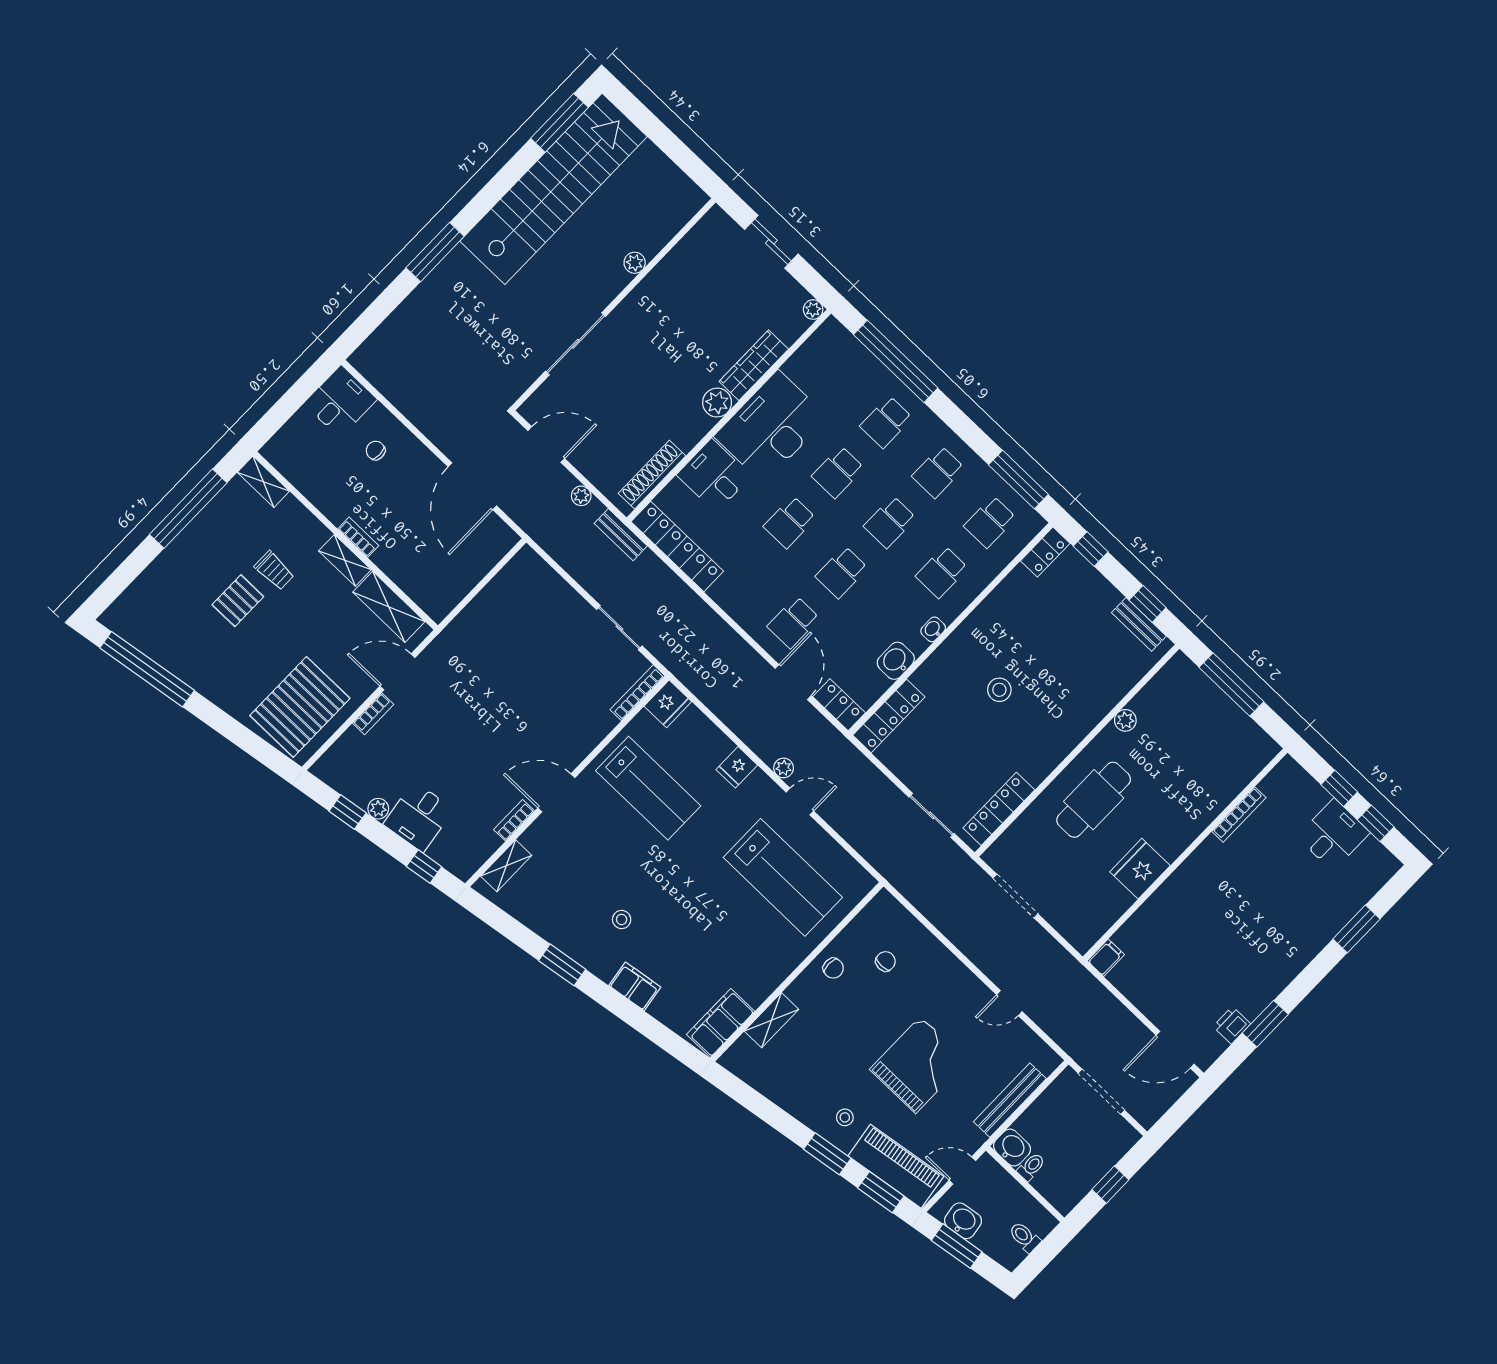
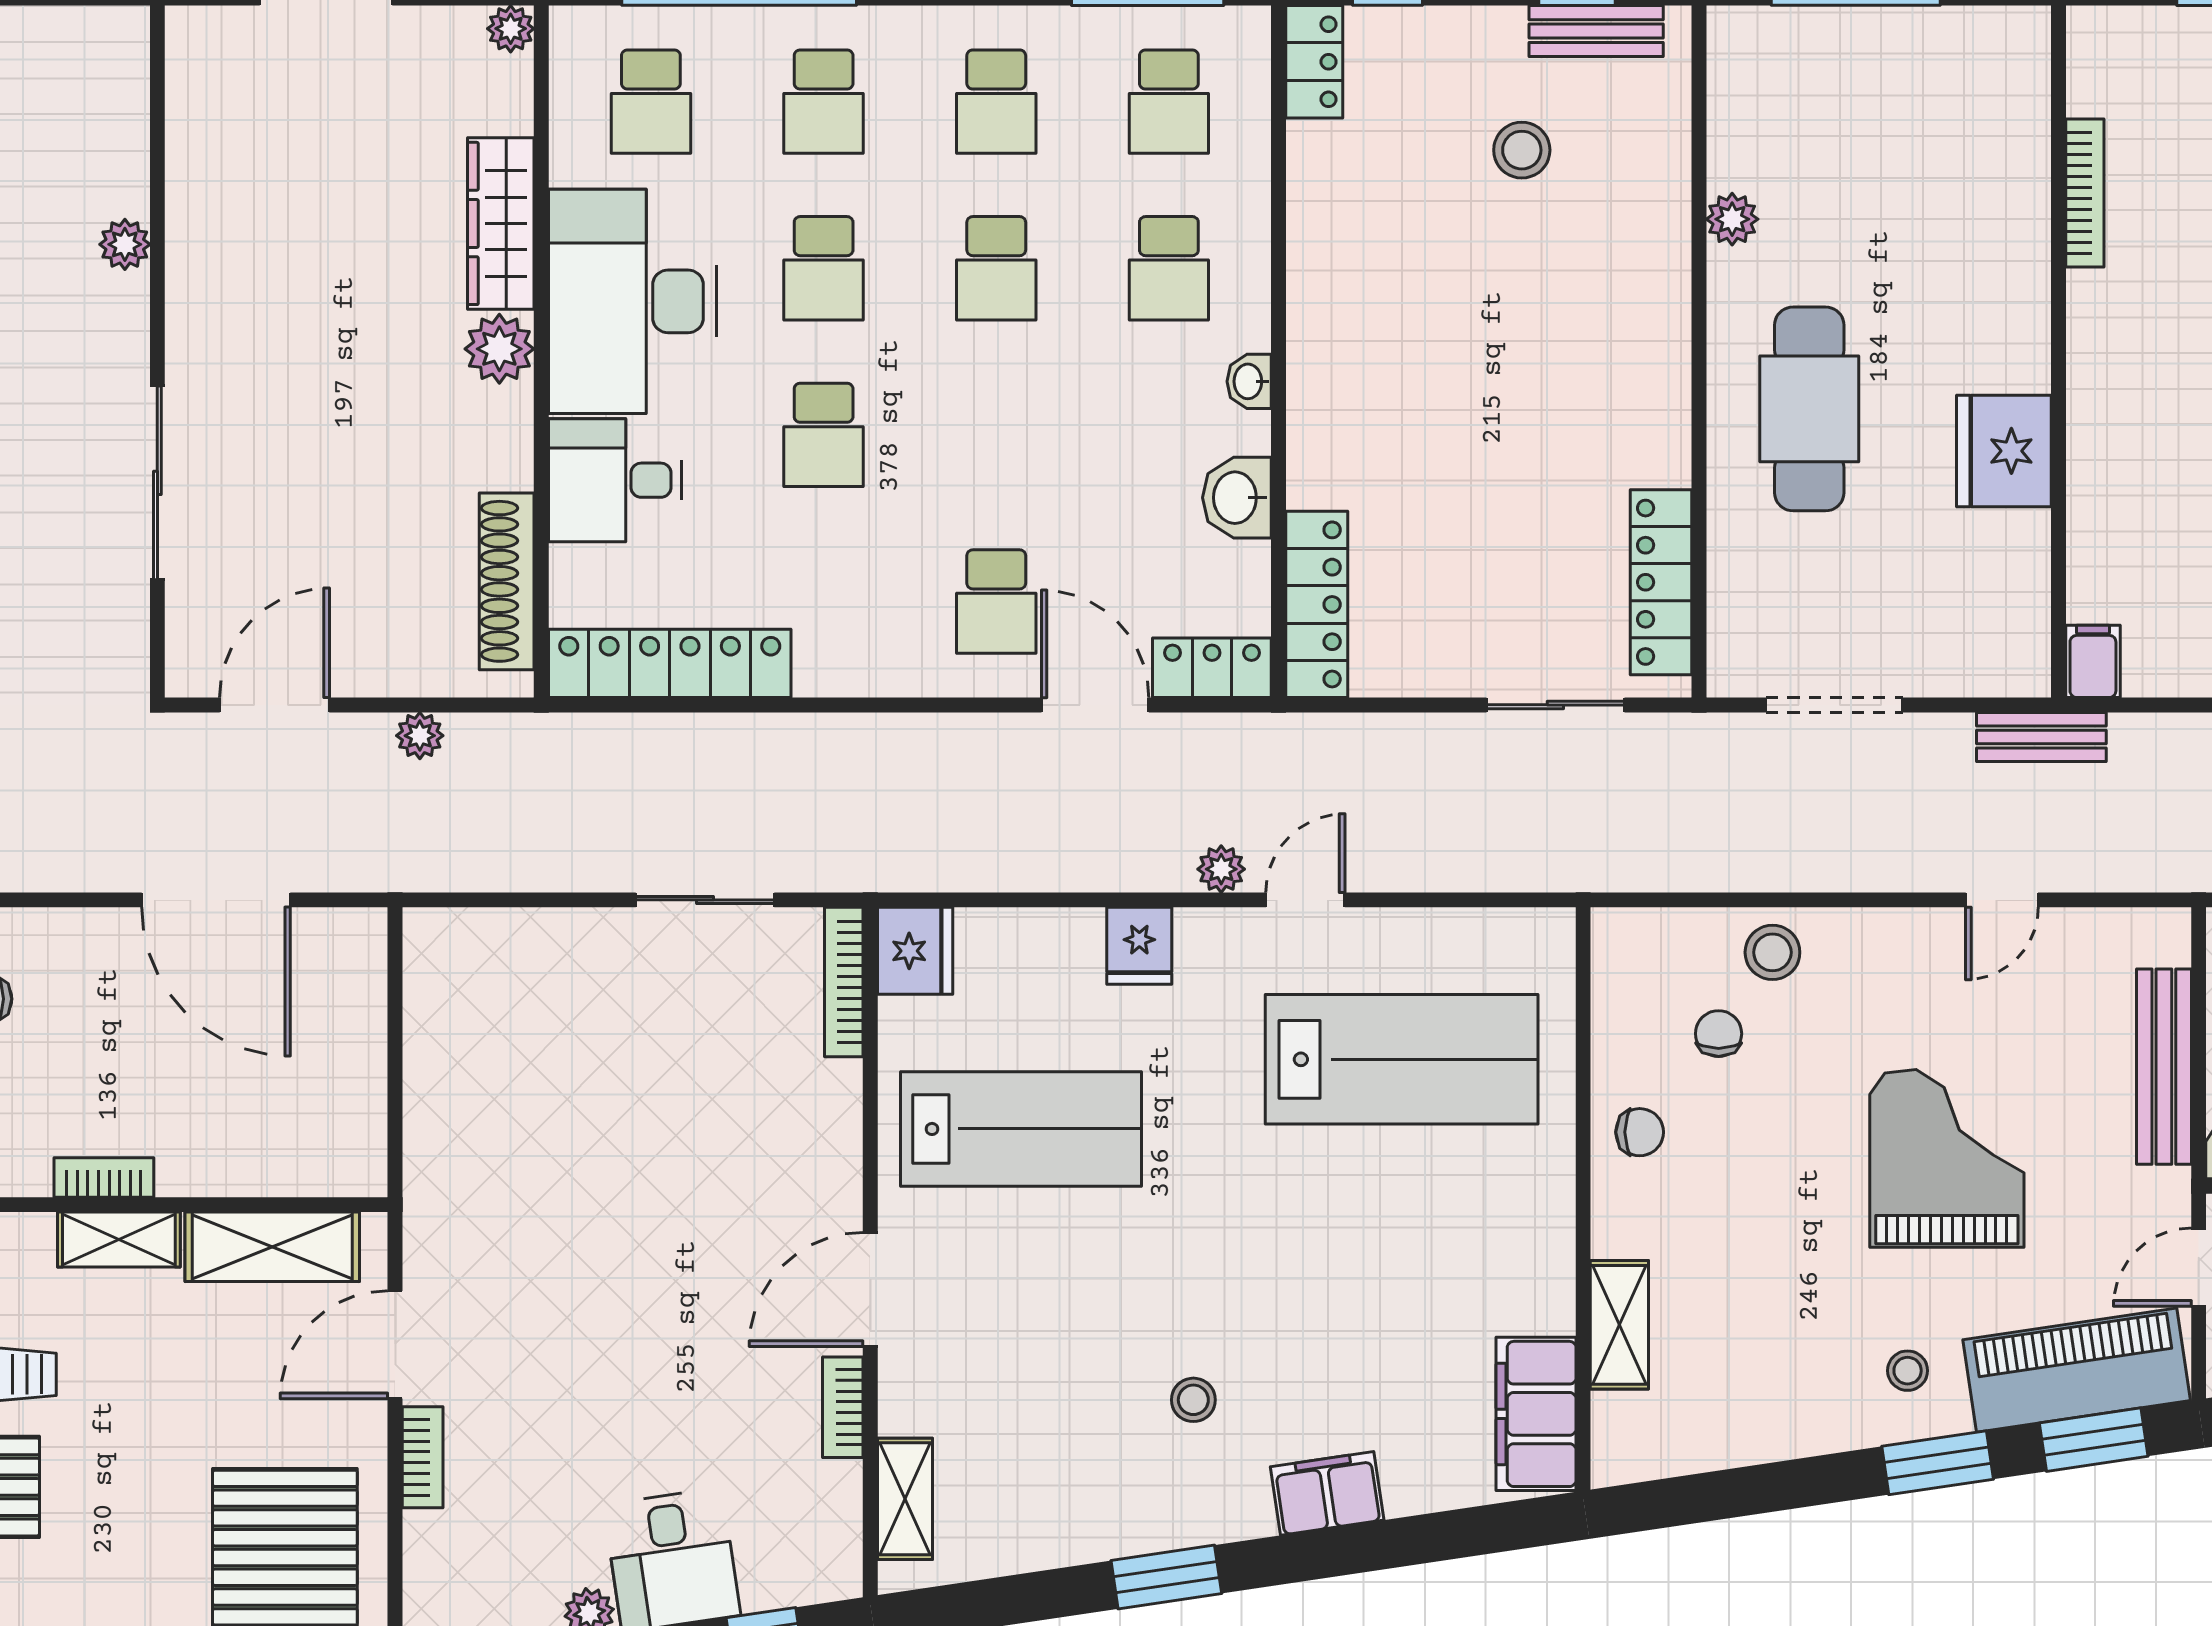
bench: (621, 535) -> (2041, 737), moved
school desk: (842, 572) -> (651, 102), moved
stool: (999, 690) -> (1522, 150), moved
stool: (925, 953) -> (1772, 952), added

